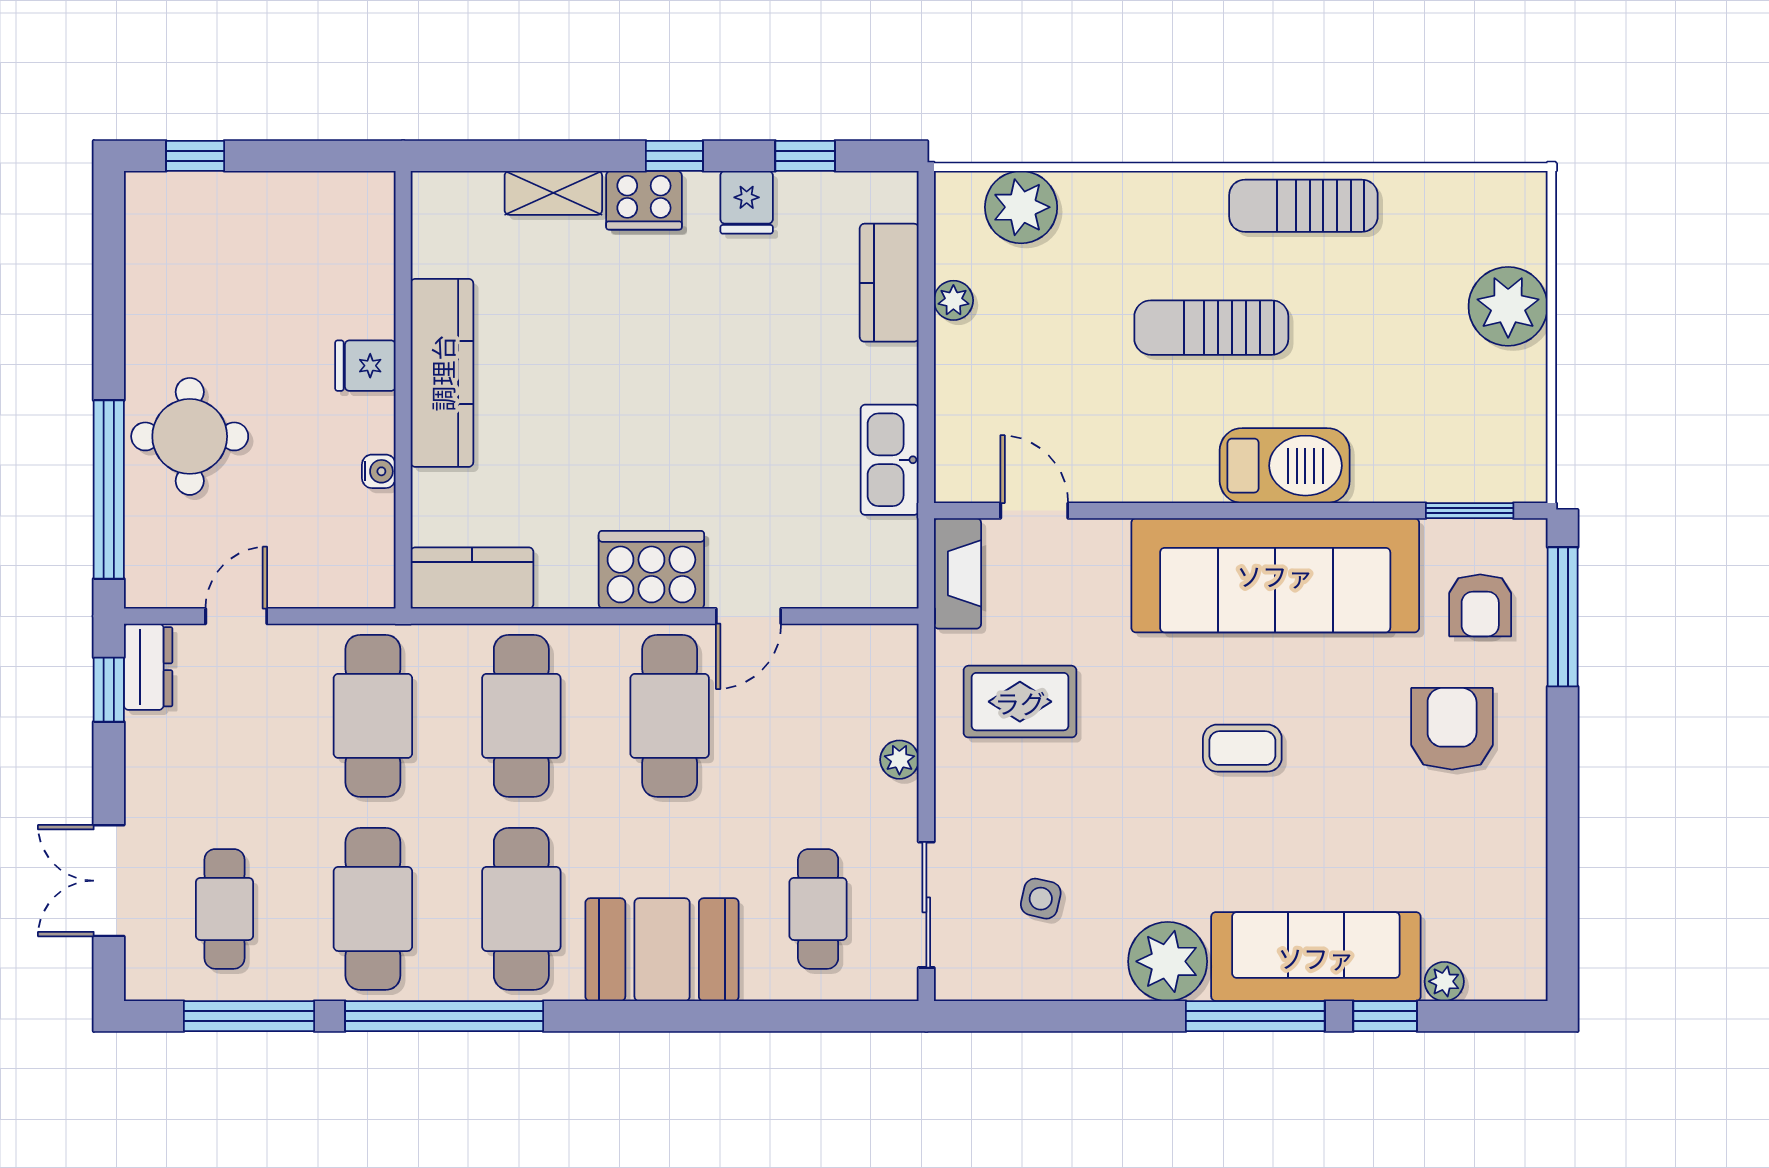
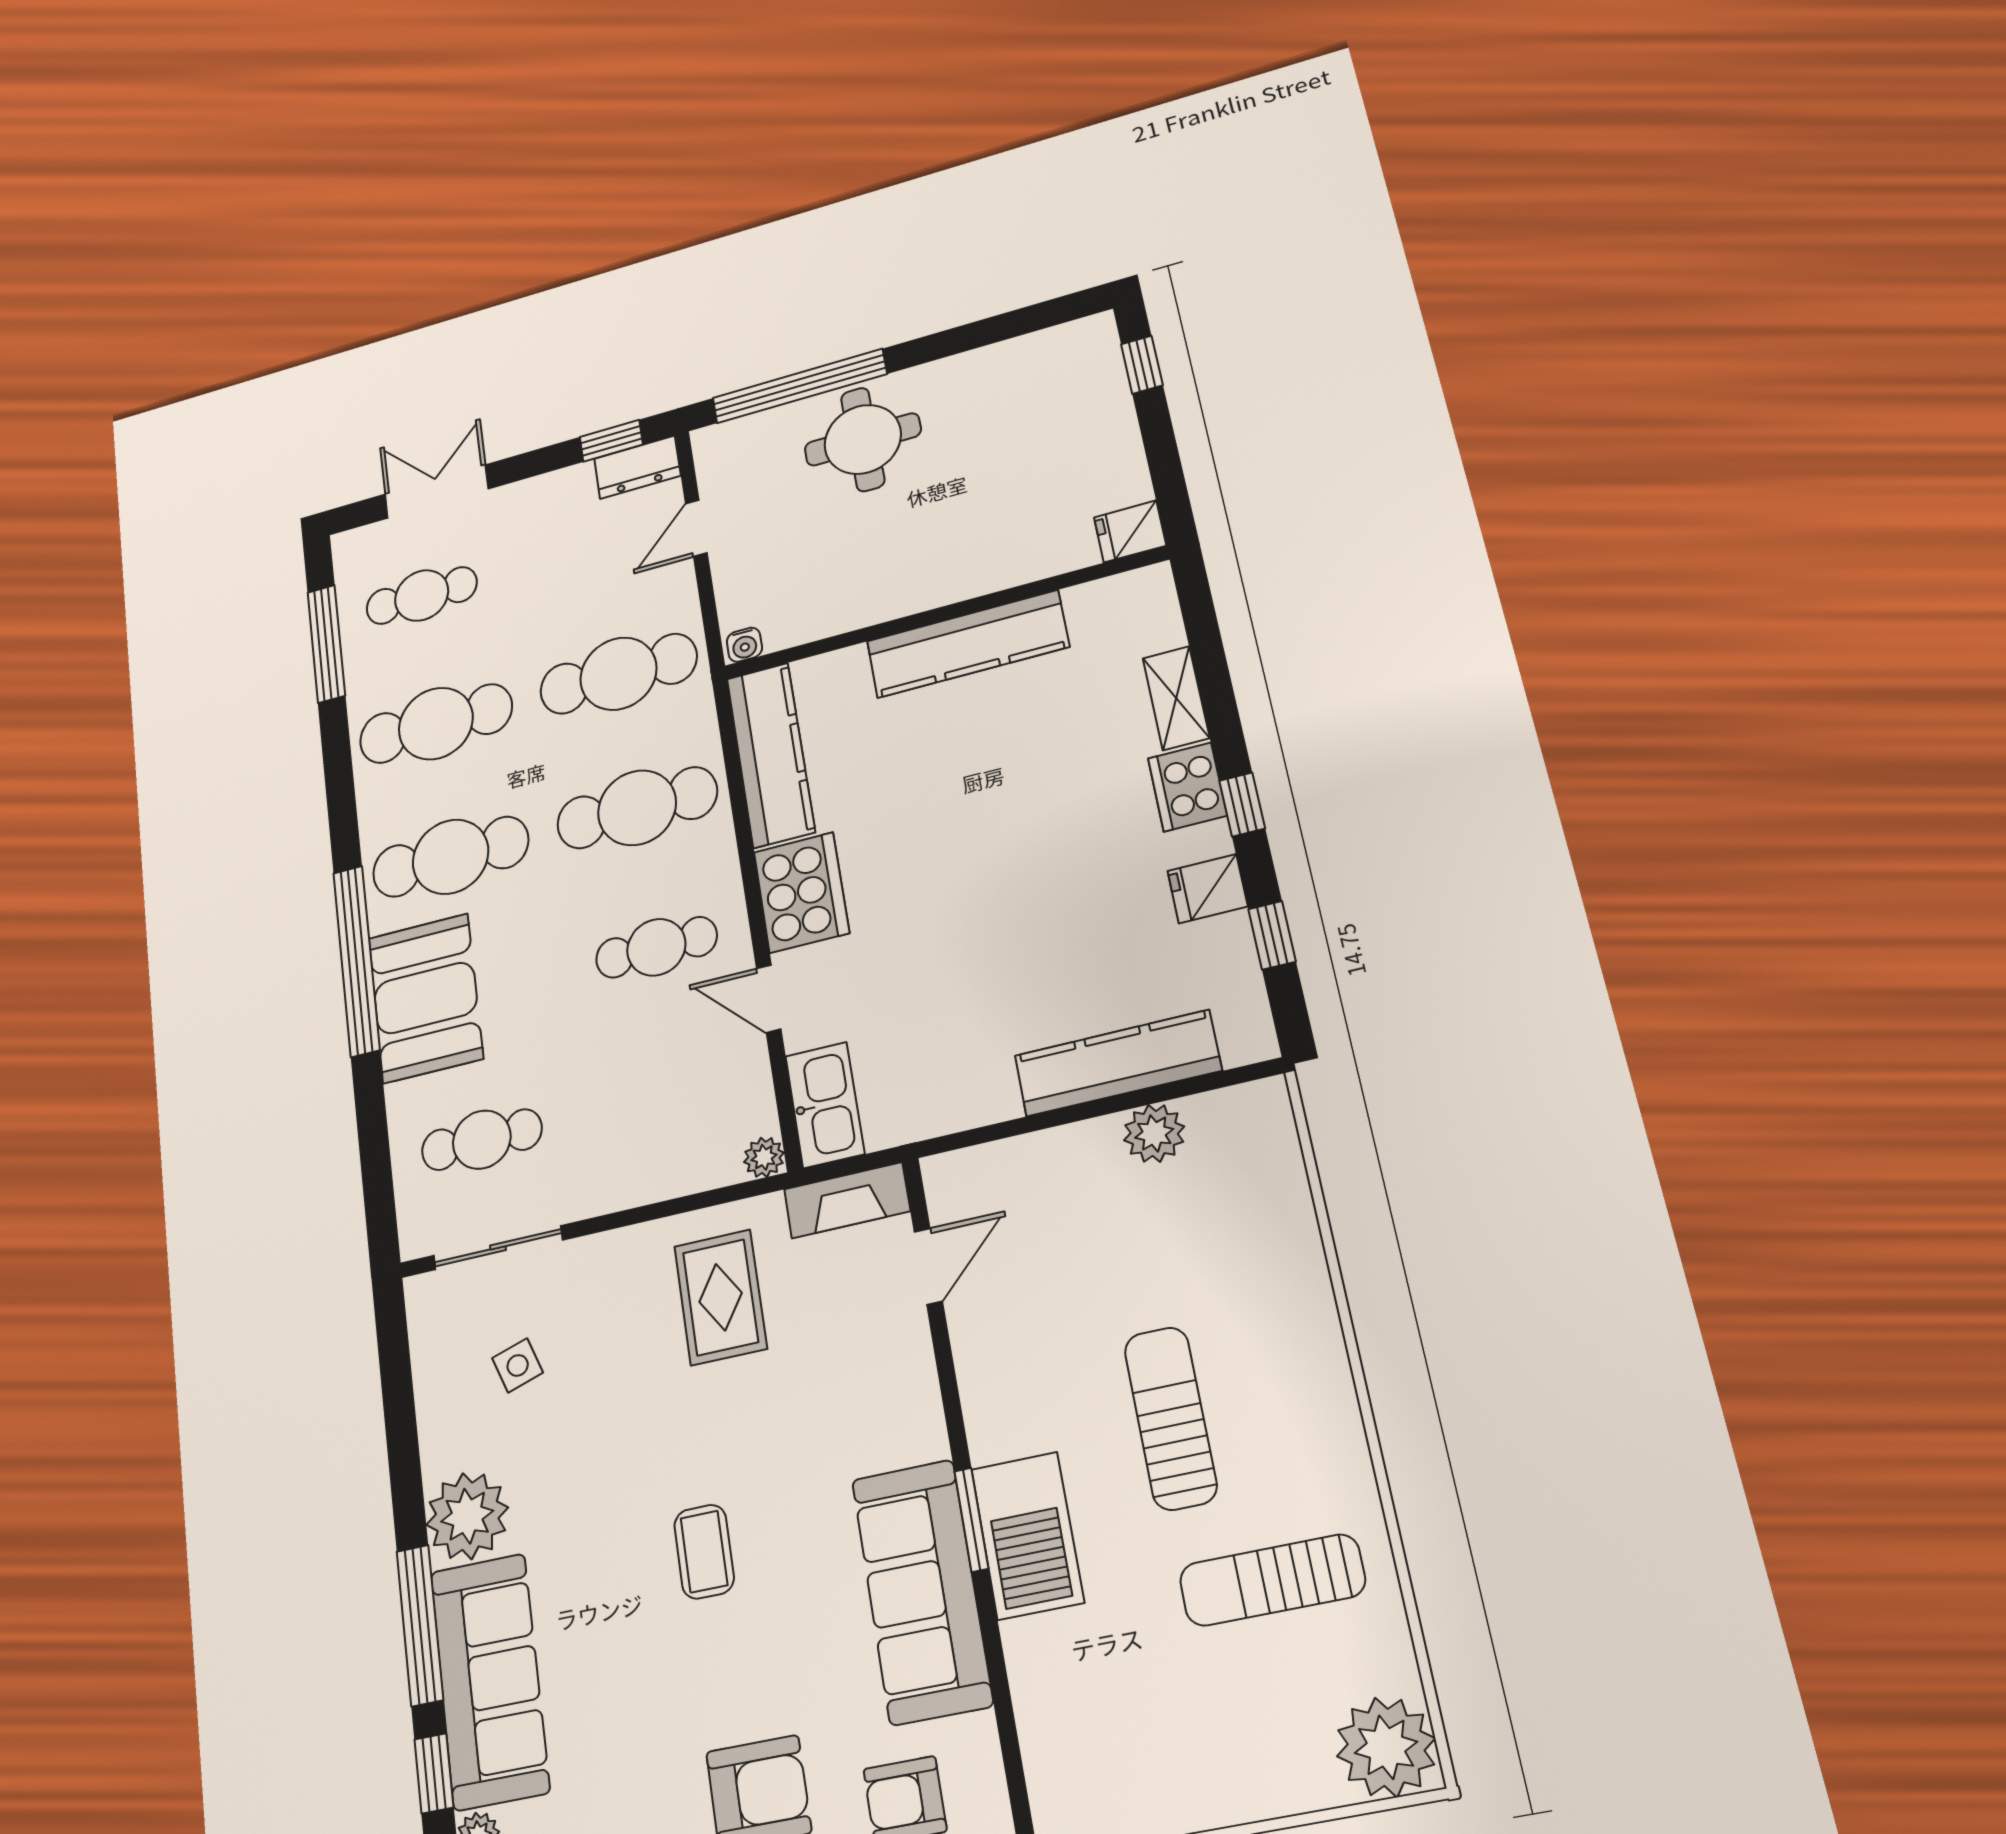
sun lounger: (1303, 206) -> (1272, 1580), moved, turned -90
plant: (1021, 207) -> (1265, 1176), removed
kitchen counter: (889, 283) -> (1118, 1063), width x1.50
plant: (953, 300) -> (1154, 1133), width x1.38, depth x1.38
plant: (1508, 306) -> (1386, 1747), moved
fridge: (365, 366) -> (1130, 531), moved, turned -90
kitchen sink: (890, 460) -> (825, 1105), moved, turned 90
water cooler: (379, 471) -> (744, 645), moved
window: (1470, 511) -> (971, 1520), moved
sofa: (1275, 575) -> (922, 1591), width x0.74, depth x0.79
kitchen counter: (472, 578) -> (771, 755), width x1.50
door: (236, 616) -> (696, 528), swing flipped
cafe table: (670, 716) -> (656, 947), width x0.73, depth x0.74
plant: (899, 760) -> (764, 1157), moved
side table: (1041, 899) -> (518, 1365), turned -31
window: (444, 1016) -> (356, 961), moved

